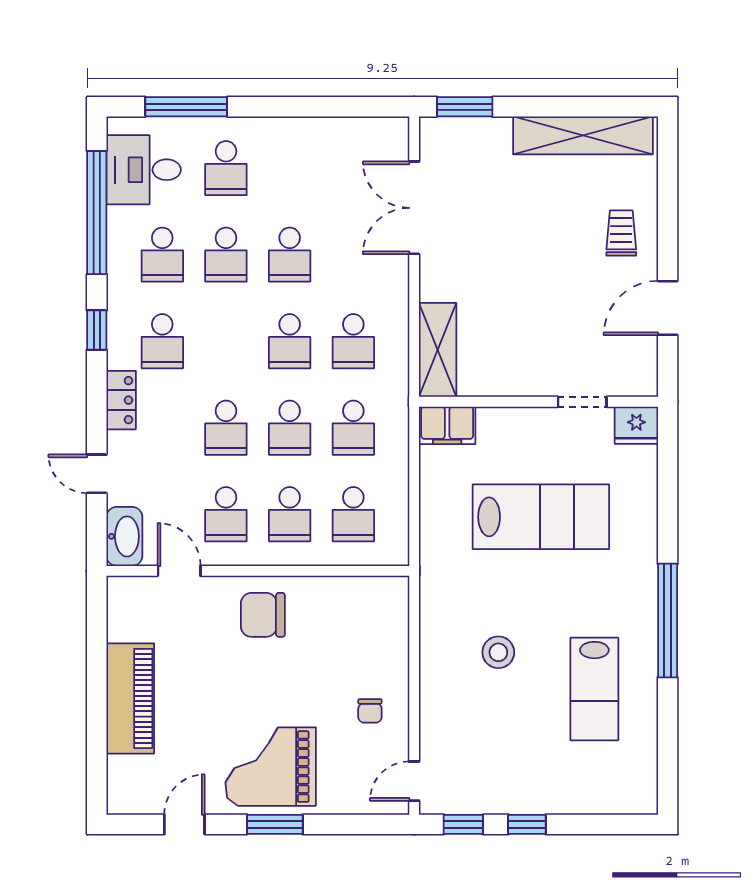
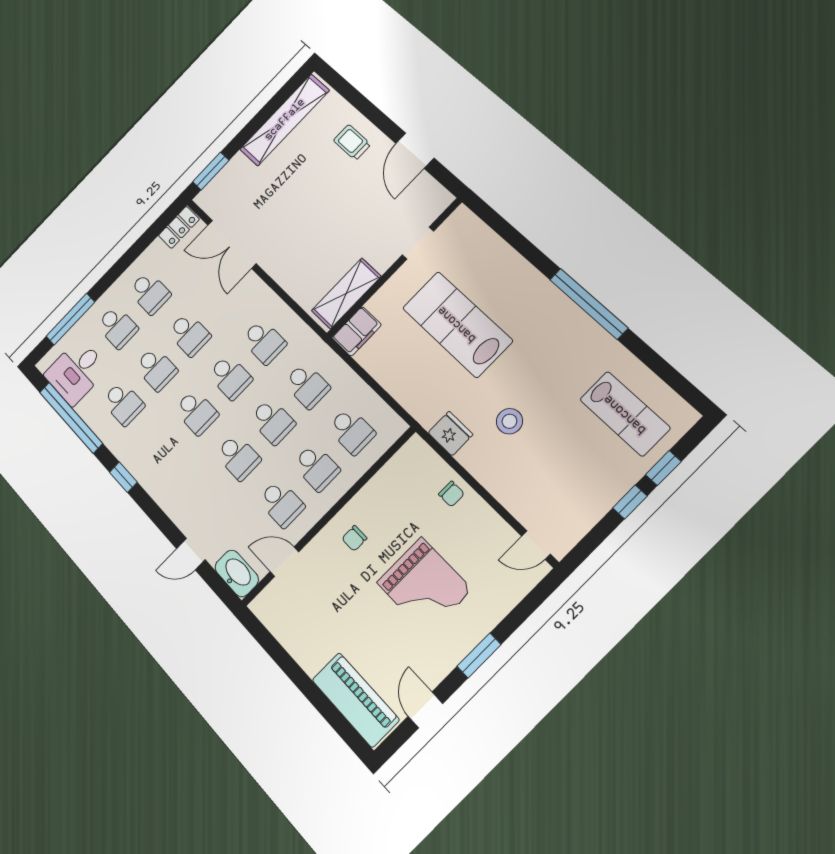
school desk: (290, 168) -> (150, 293), added
school desk: (162, 341) -> (196, 412), moved
shelving: (438, 350) -> (346, 293), moved, turned 90
locker: (121, 400) -> (179, 227), moved, turned 90
fridge: (636, 425) -> (450, 434), moved, turned -90
lab bench: (541, 517) -> (457, 324), turned -90
chair: (263, 615) -> (354, 538), width x0.54, depth x0.54
lab bench: (594, 689) -> (625, 414), moved
piano: (130, 698) -> (355, 700), moved
chair: (370, 711) -> (451, 494), moved
grand piano: (271, 767) -> (424, 586), moved, turned -90
door: (414, 781) -> (536, 545), hinge flipped
window: (463, 824) -> (663, 468), moved

